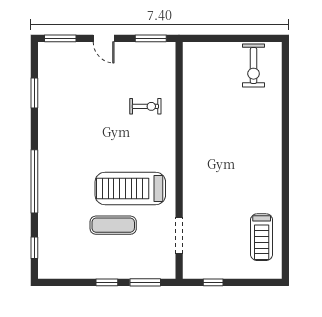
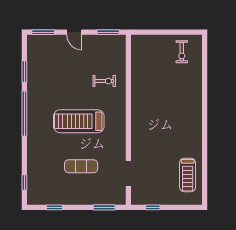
exercise bike: (254, 65) -> (182, 52), width x0.73, depth x0.72
window: (34, 181) -> (24, 114), moved
treadmill: (130, 188) -> (79, 121), moved
window: (107, 282) -> (54, 207), moved

